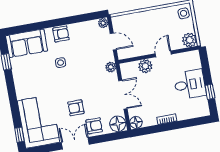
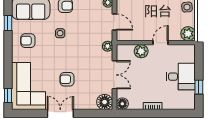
armchair: (94, 126) -> (28, 41), moved, turned 180

